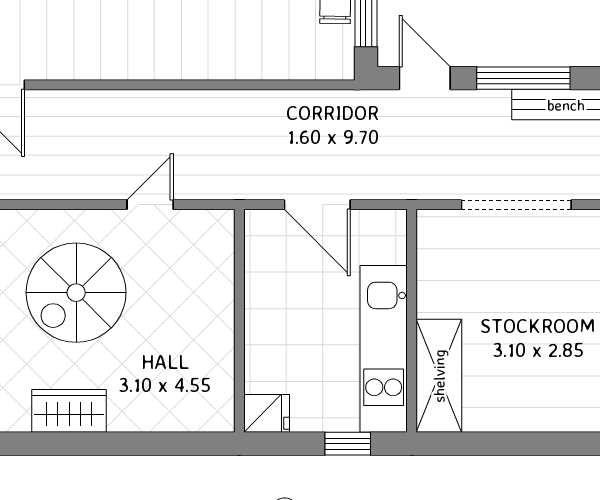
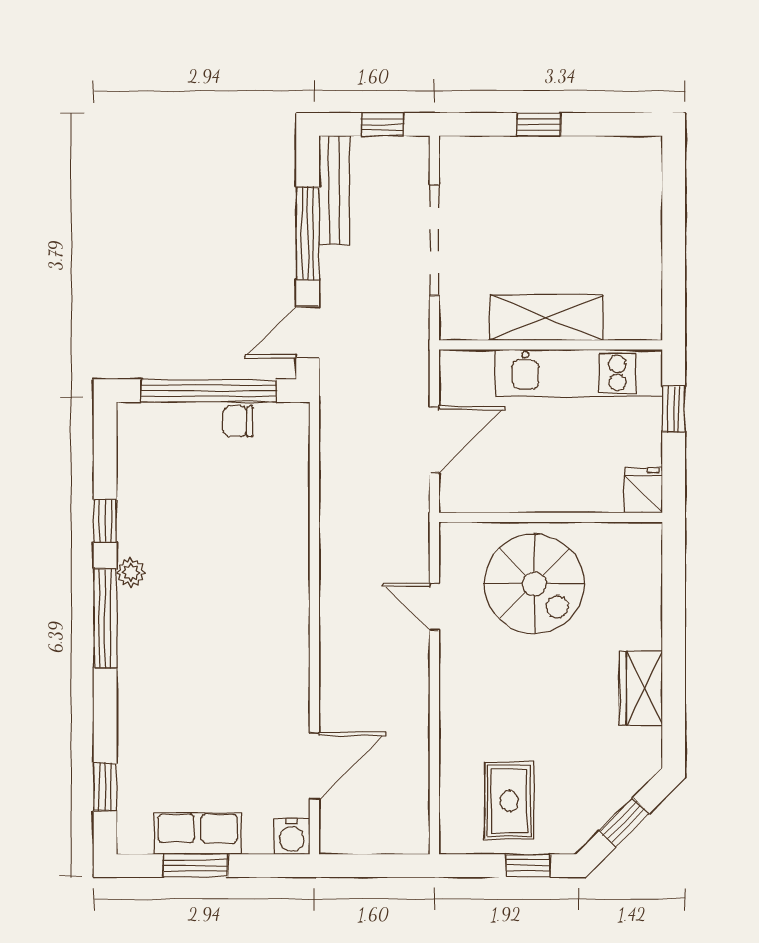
spiral stairs: (76, 293) -> (534, 584), moved
shelving: (439, 376) -> (546, 318), moved

